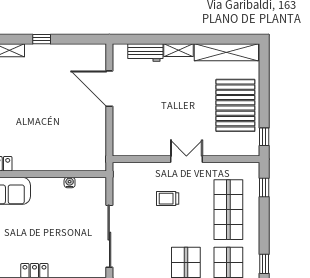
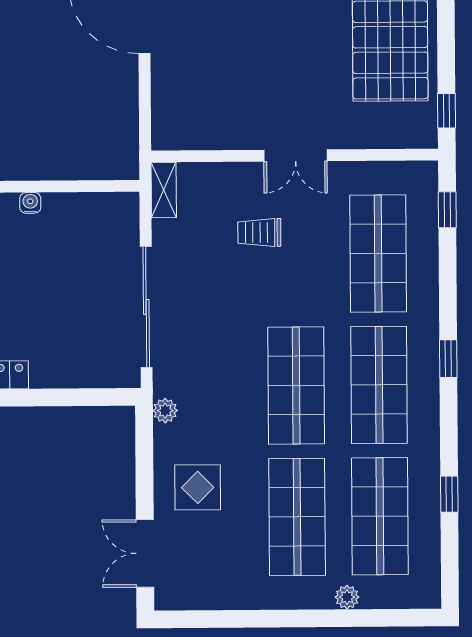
double door: (186, 159) -> (296, 155), swing flipped
shelving: (119, 176) -> (164, 190), added
water cooler: (70, 183) -> (30, 203), moved

